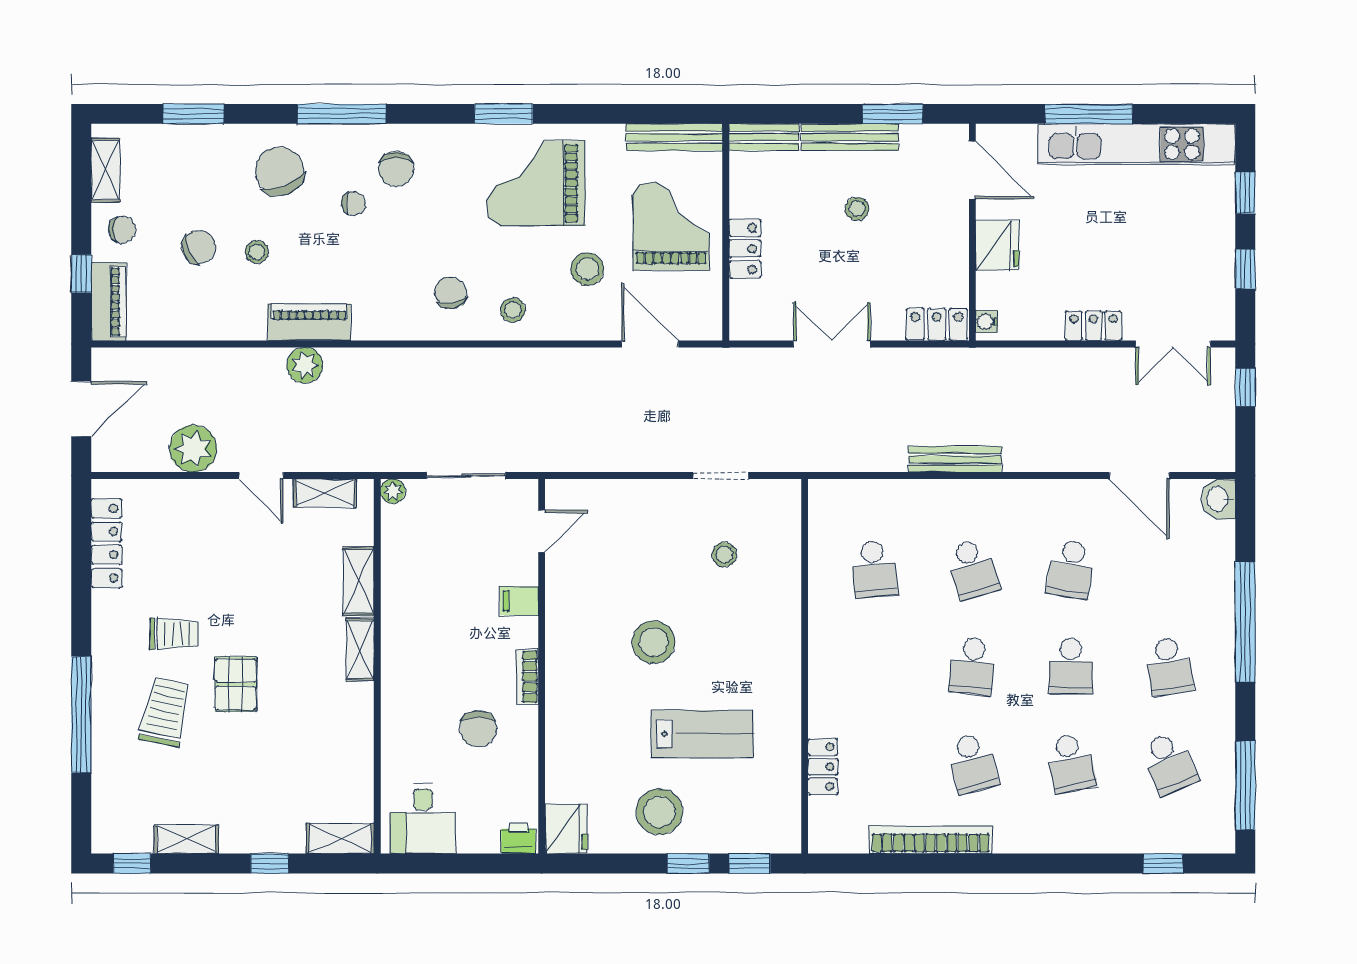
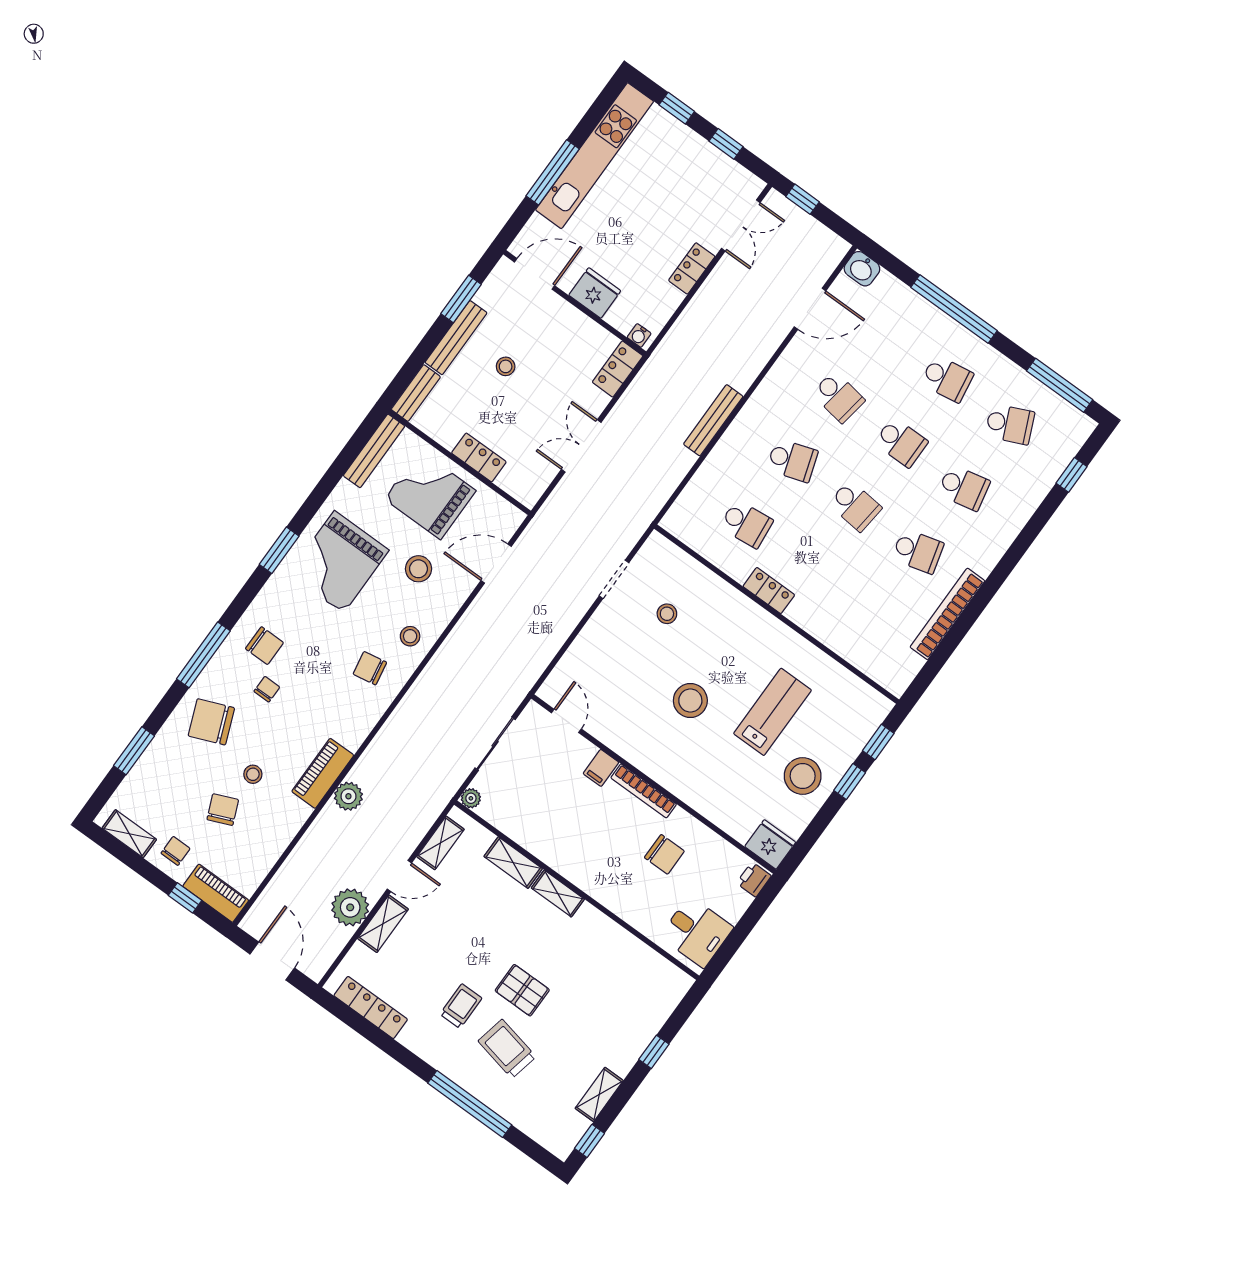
bookcase: (527, 677) -> (644, 791), width x1.56
locker: (823, 767) -> (769, 591), moved
shelving: (340, 838) -> (383, 924), moved

